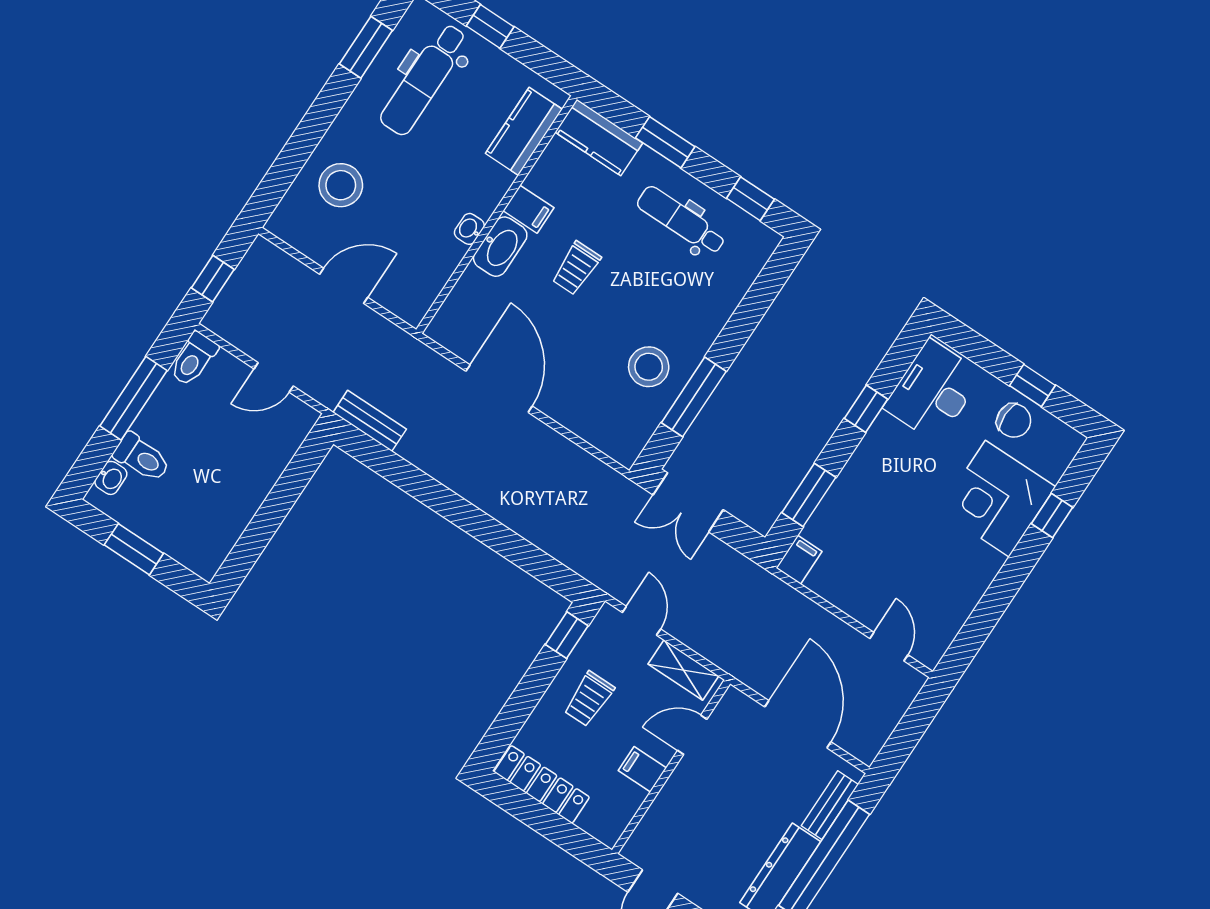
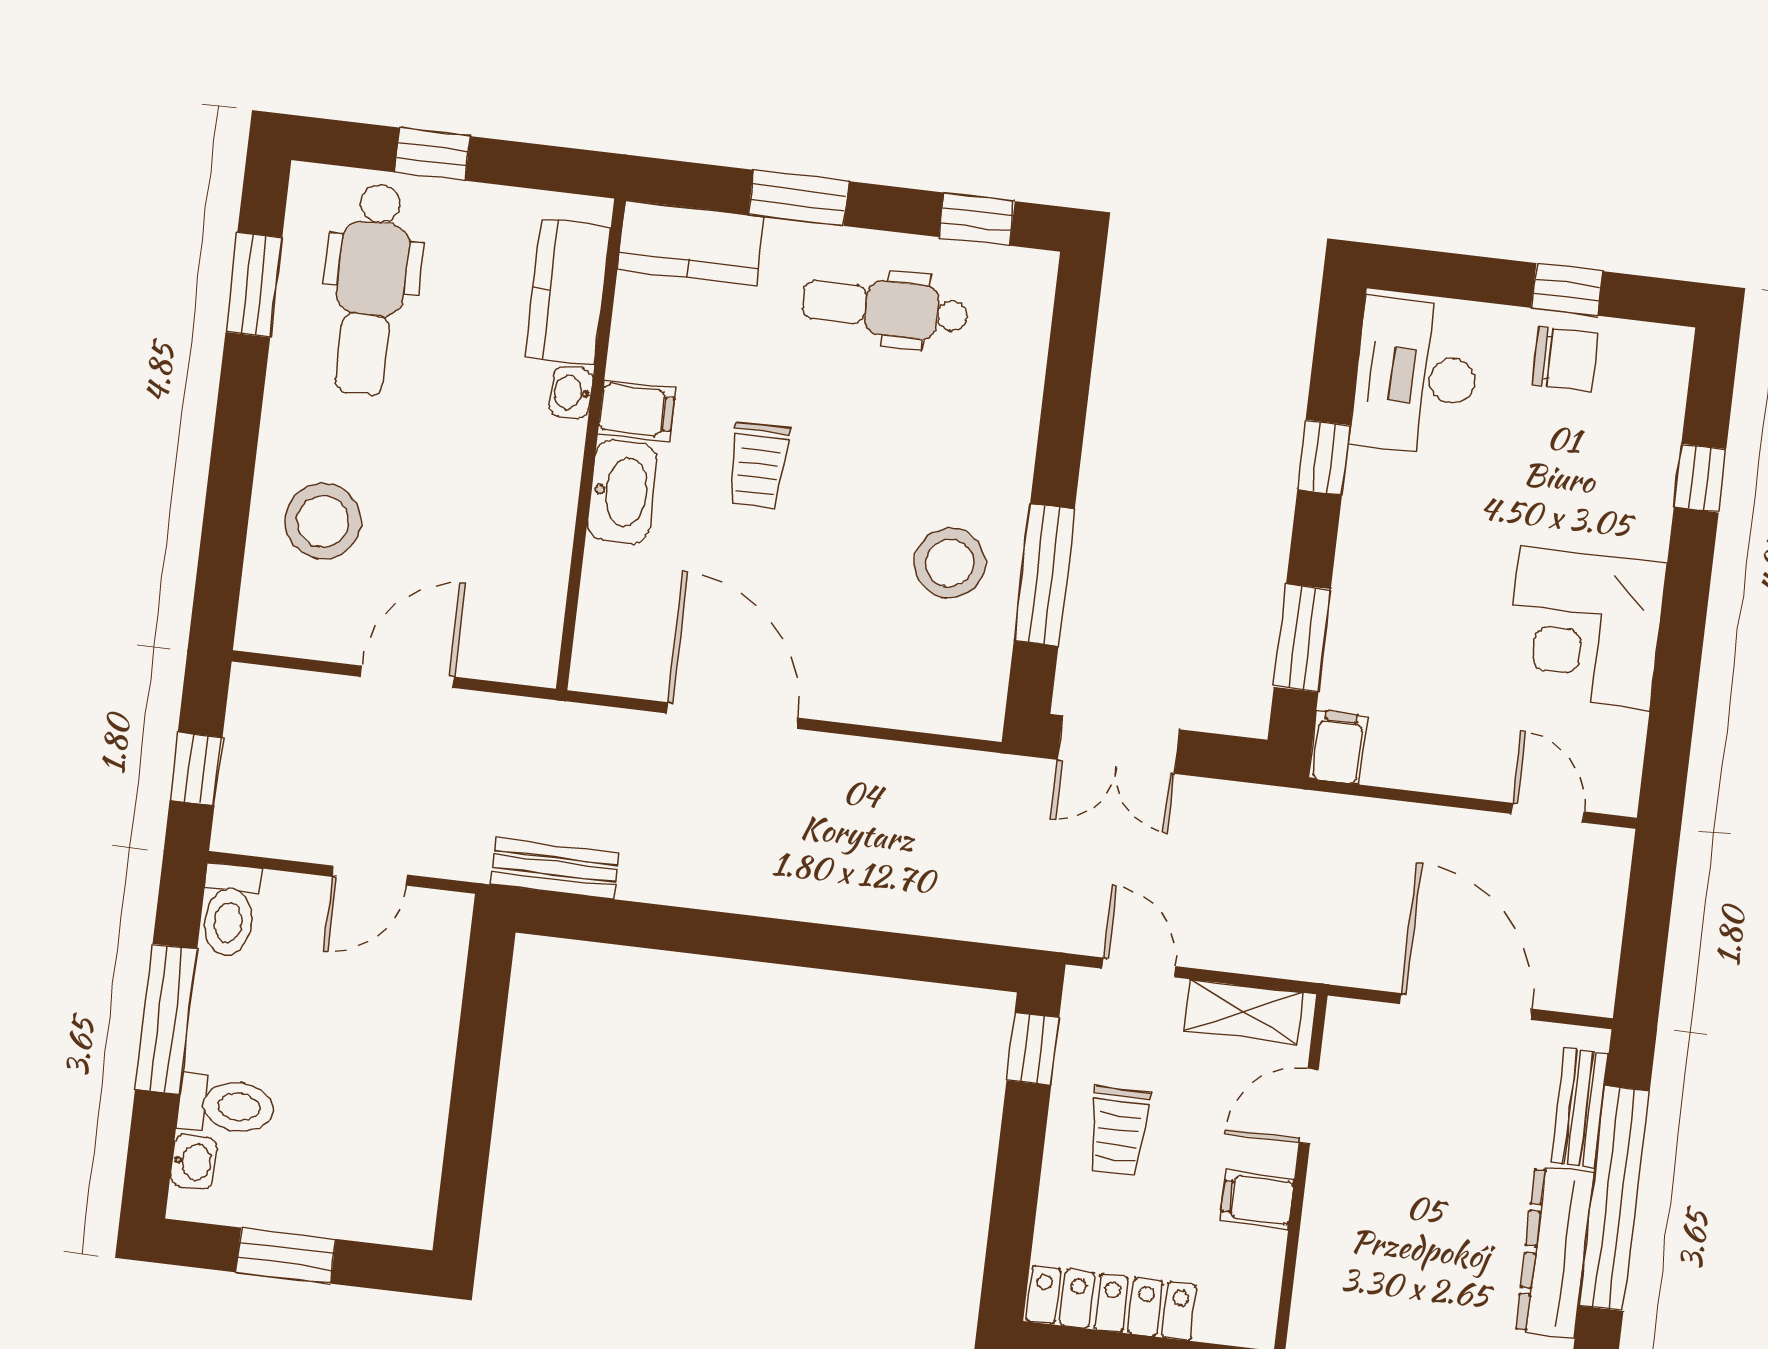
washbasin: (469, 229) -> (571, 392), moved
corner desk: (997, 499) -> (1585, 628), moved

